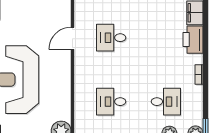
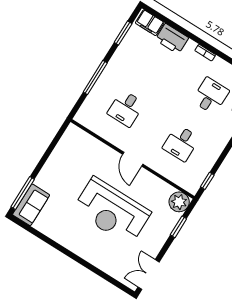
door: (73, 38) -> (133, 159), moved

